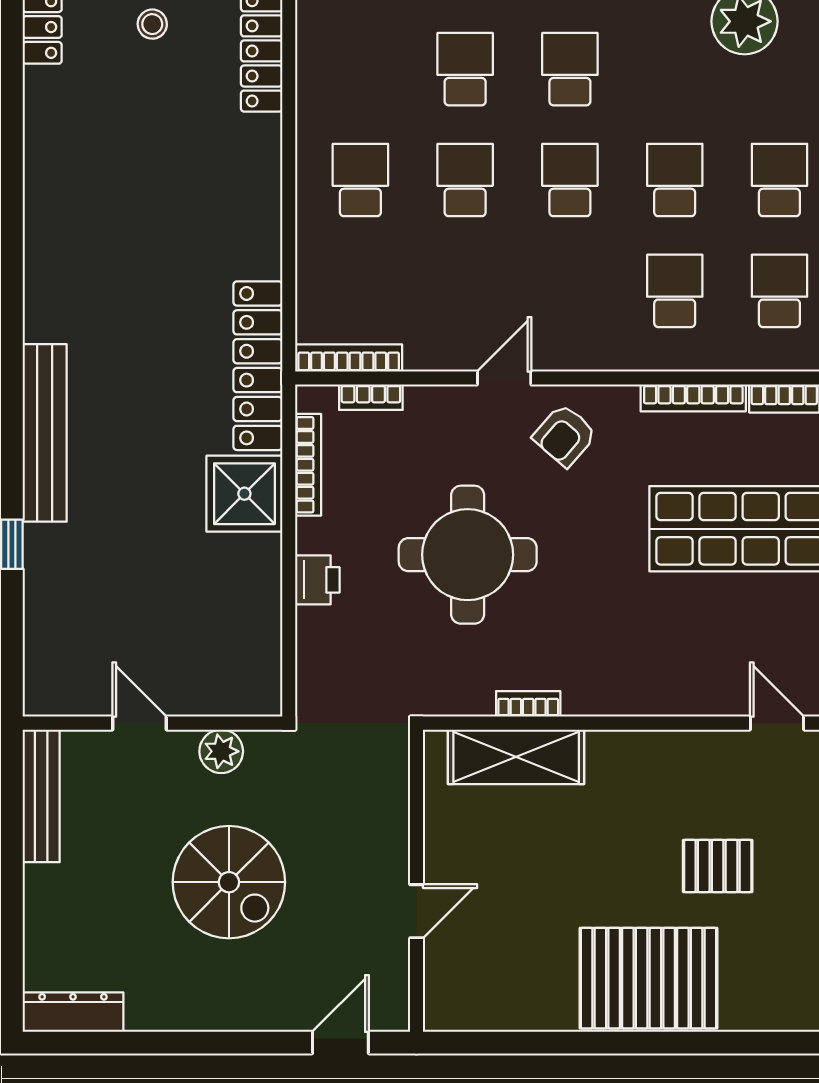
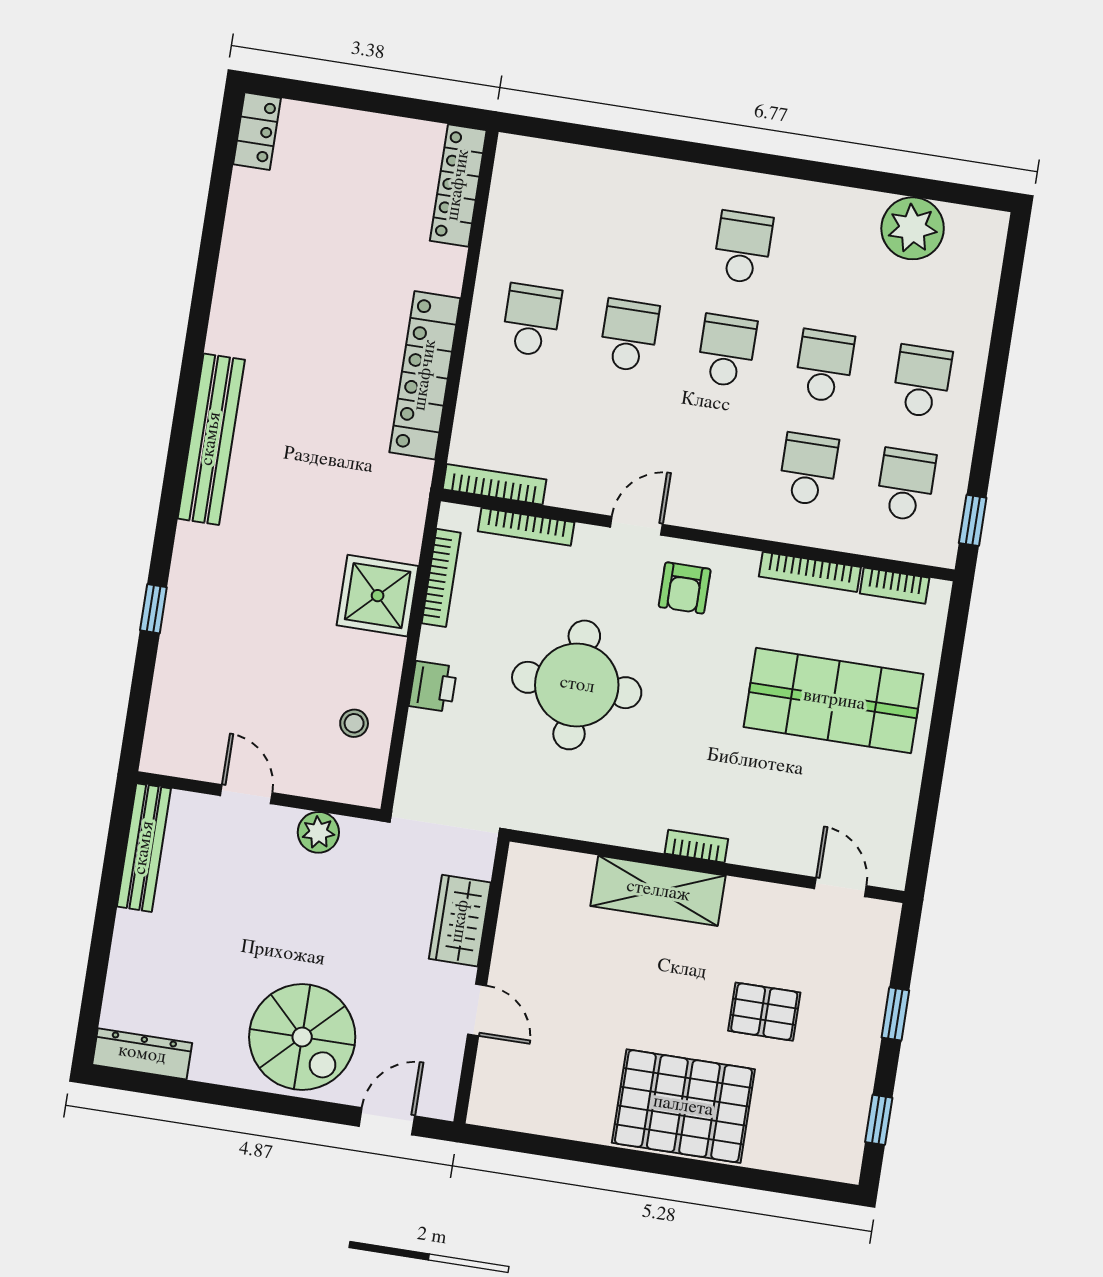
stool: (152, 24) -> (354, 723), moved
school desk: (465, 69) -> (645, 232), removed
locker: (258, 366) -> (425, 375), moved
bookcase: (371, 397) -> (526, 527), width x1.56
bench: (45, 433) -> (211, 439), moved
armchair: (565, 435) -> (685, 588), turned -41
bookcase: (528, 704) -> (696, 846), moved
shelving: (516, 757) -> (658, 891), moved
wardrobe: (384, 821) -> (460, 921), added
spiral stairs: (229, 882) -> (302, 1037), moved
door: (417, 911) -> (477, 1010), hinge flipped

